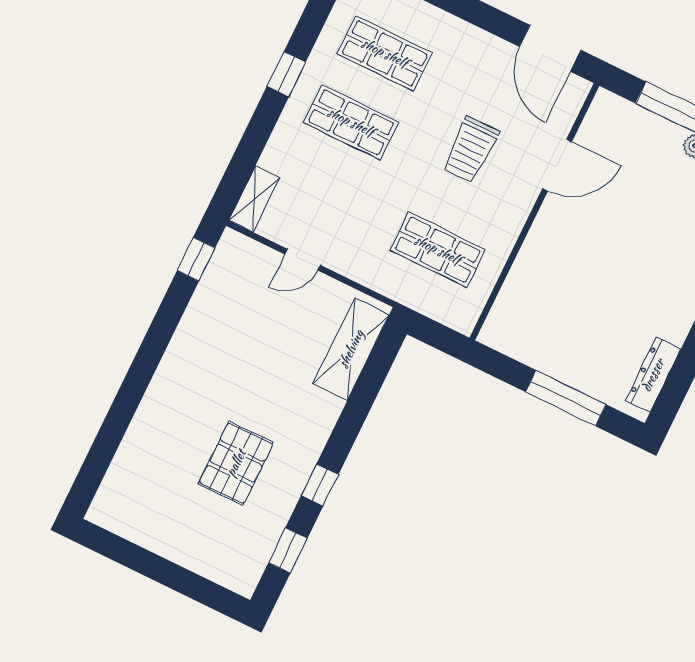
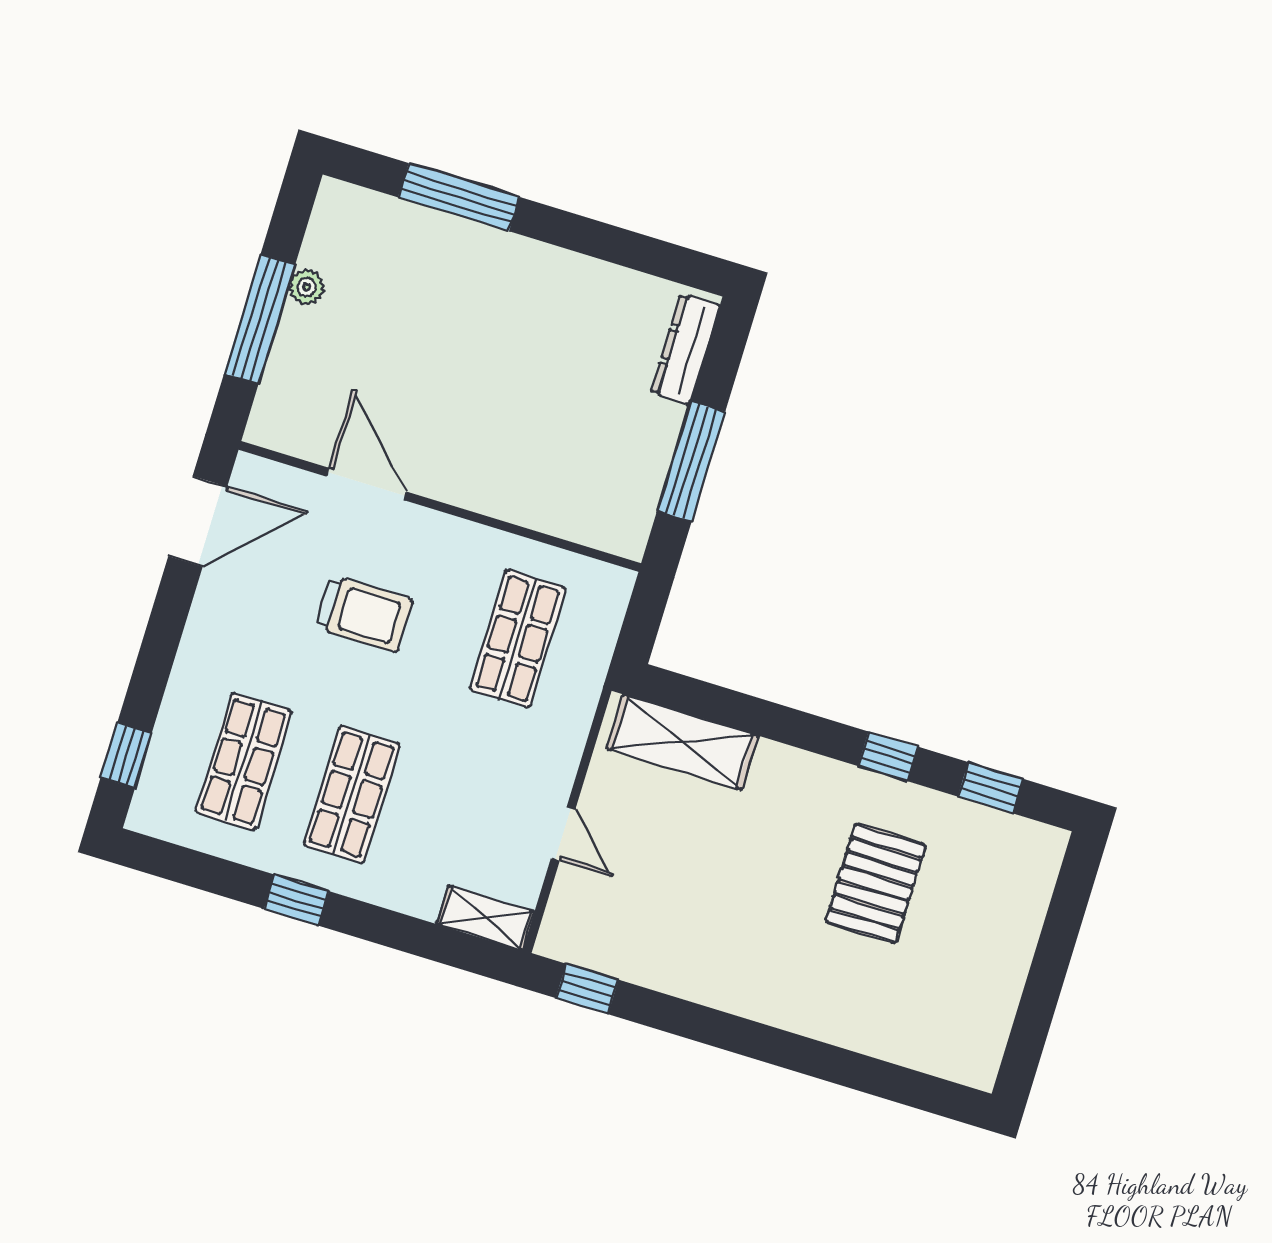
dresser: (653, 375) -> (685, 349), moved, turned 90
window: (566, 398) -> (691, 461), moved
pallet: (236, 463) -> (876, 884), turned 90

